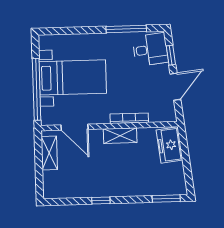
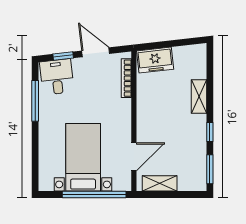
bookcase: (129, 118) -> (126, 78), moved
shelving: (120, 136) -> (199, 97), moved
window: (166, 199) -> (210, 169), moved

